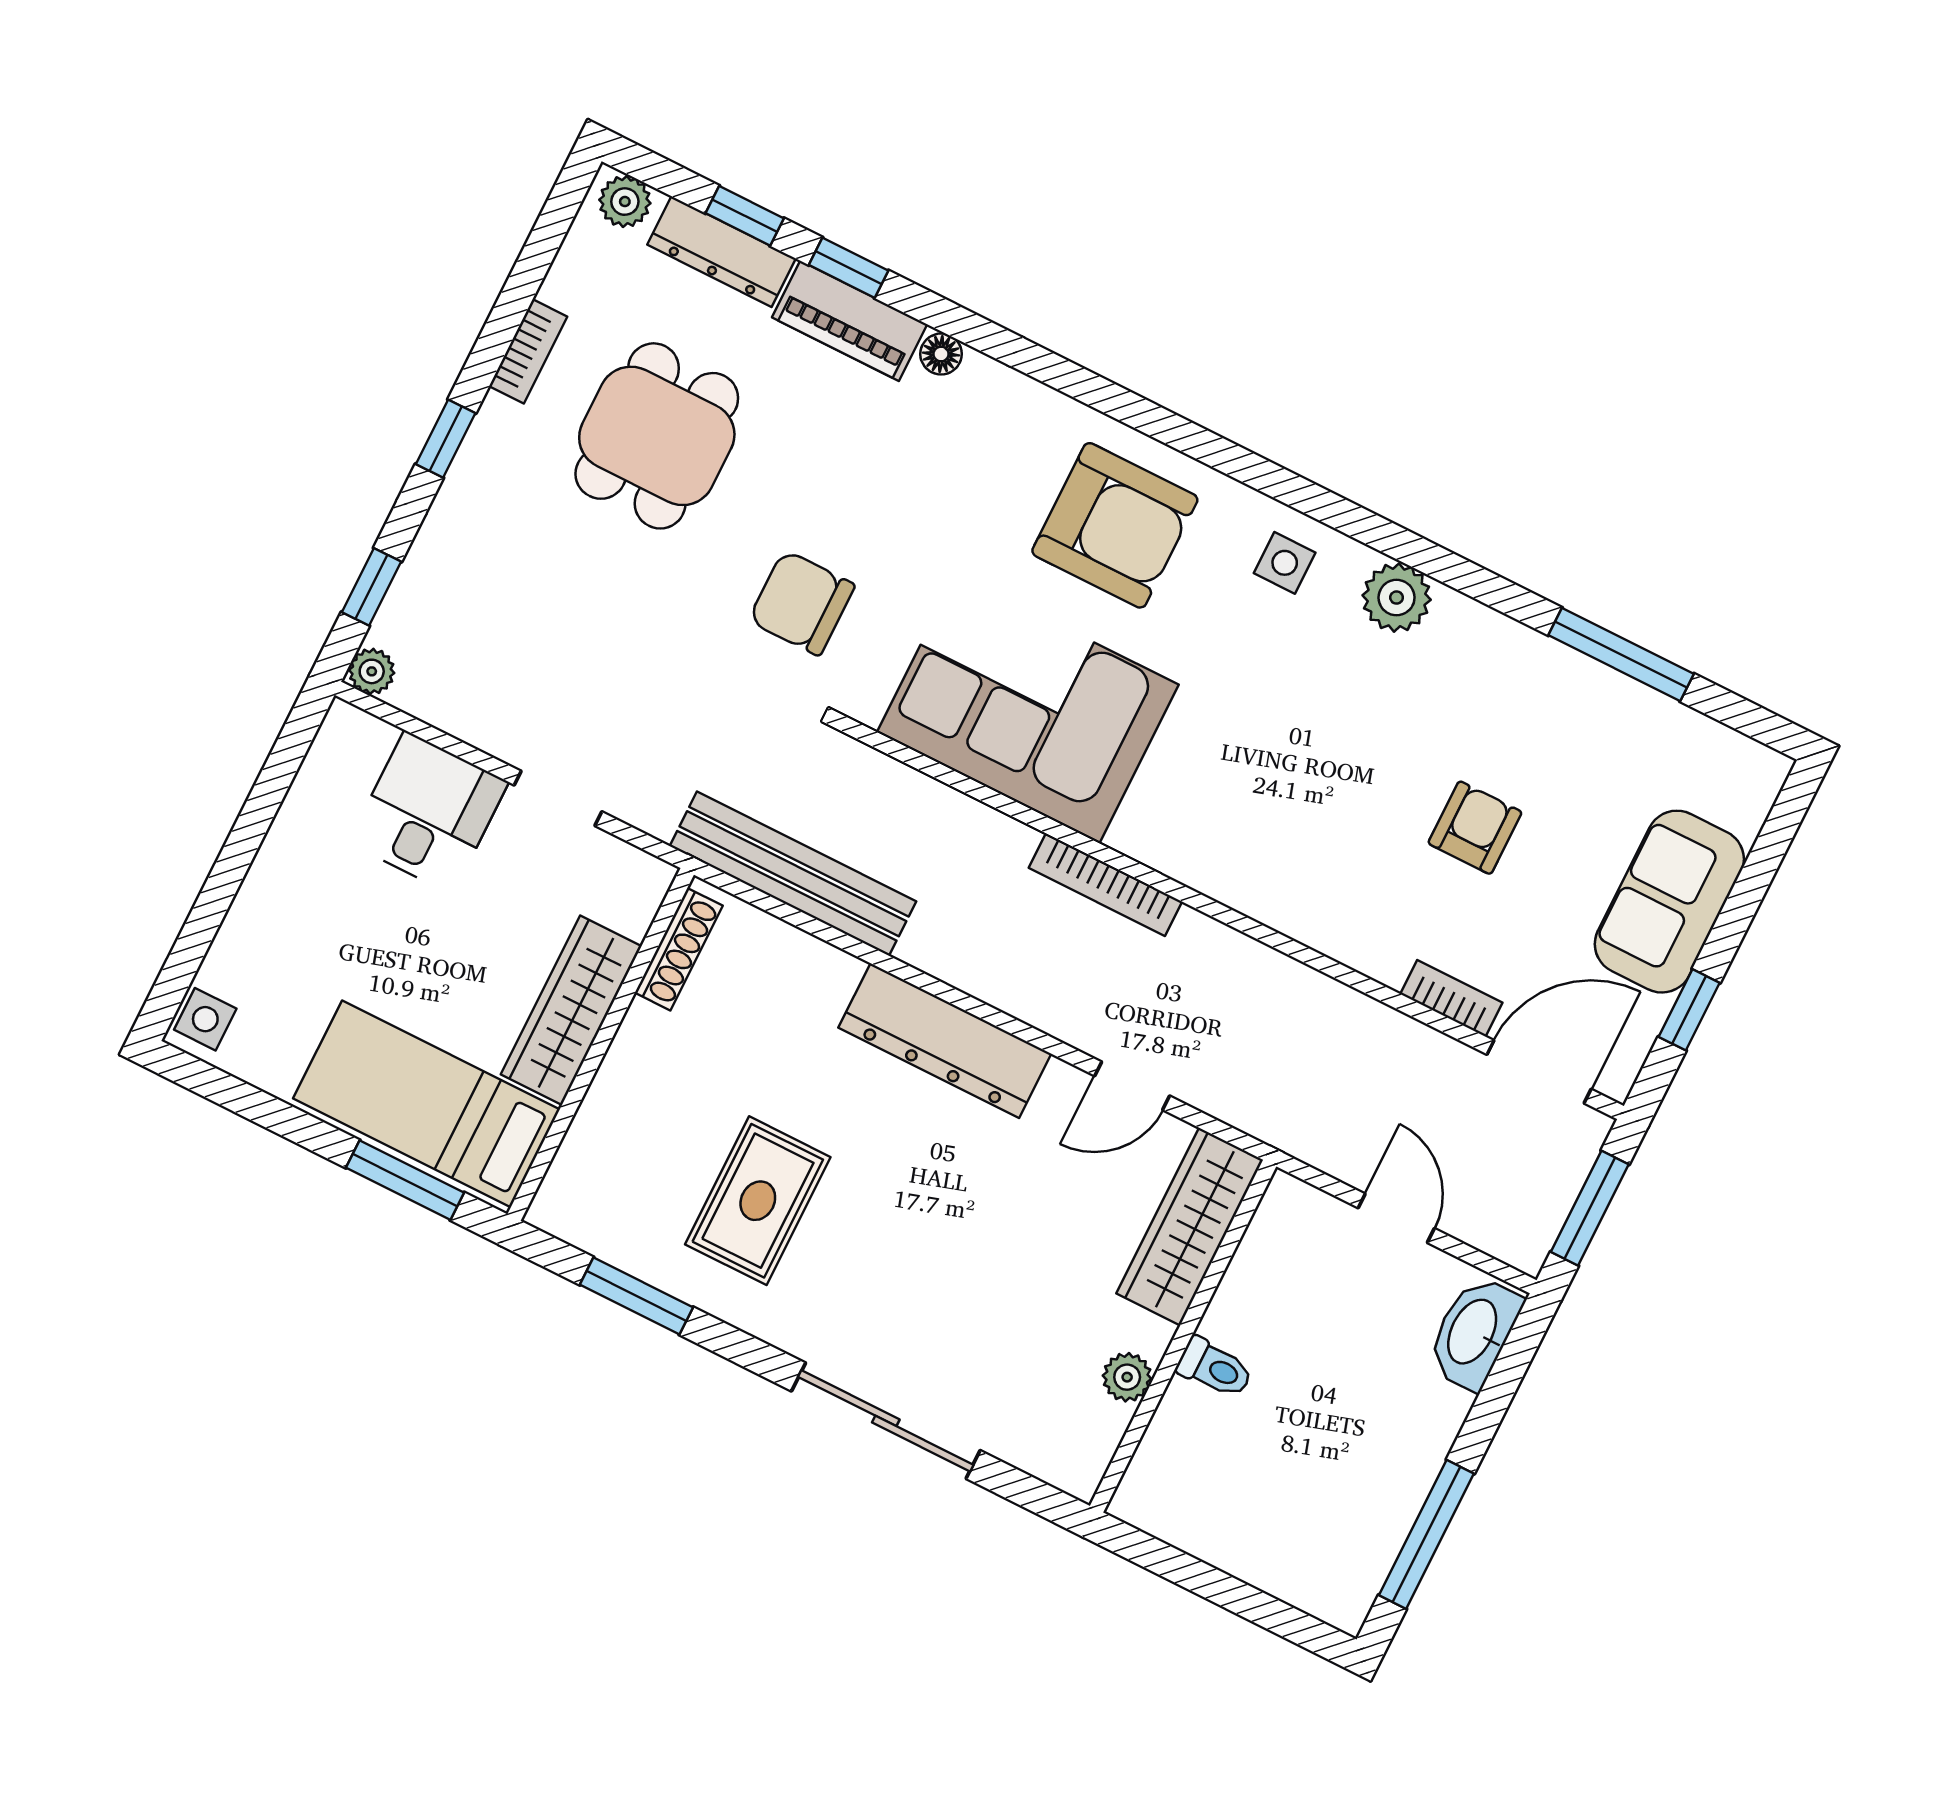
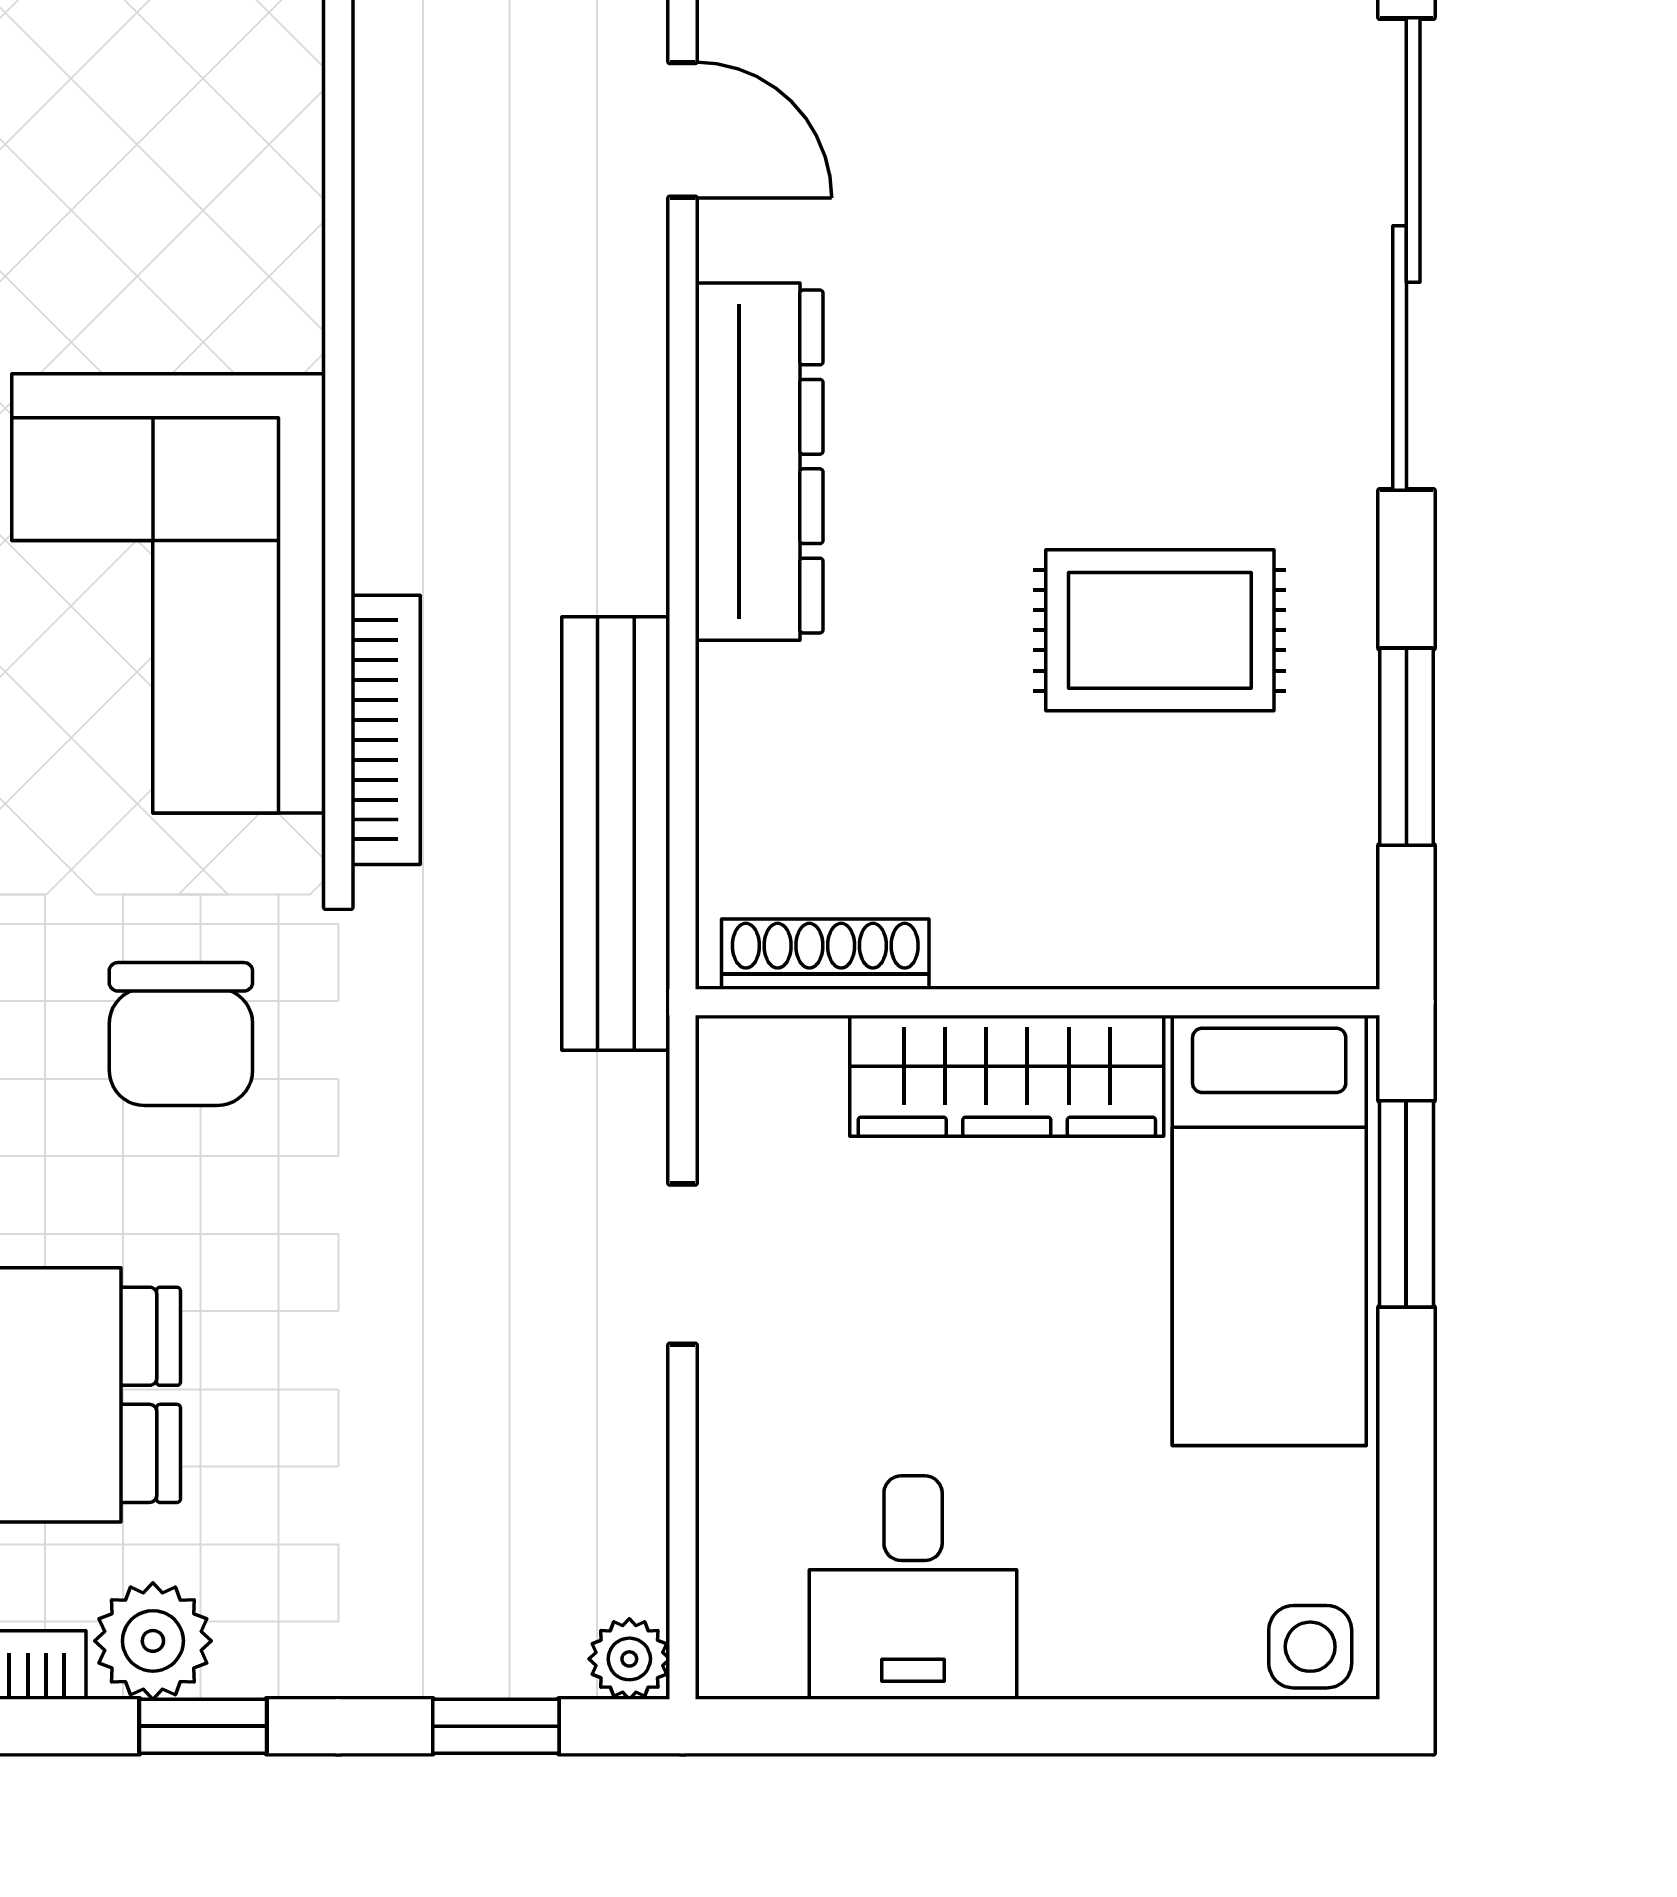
plant: (502, 435) -> (153, 1641), added
desk: (428, 812) -> (913, 1587), moved, turned -90
bookcase: (1105, 885) -> (386, 730), moved
sliding door: (886, 1421) -> (1406, 254), width x1.36

